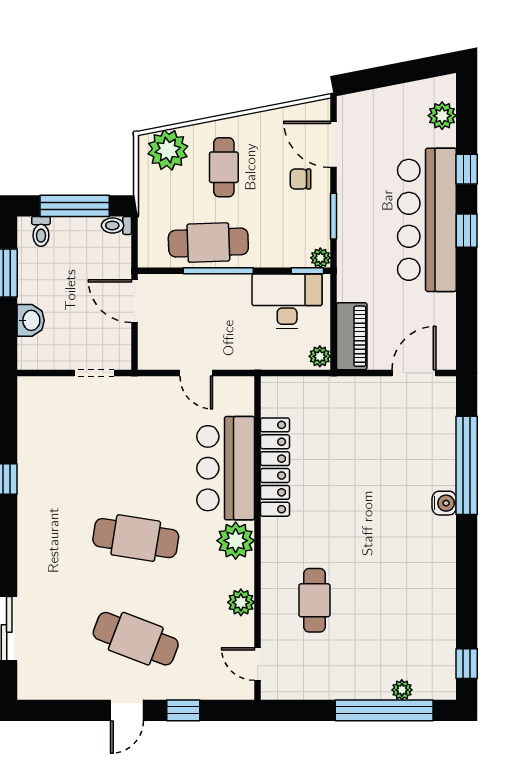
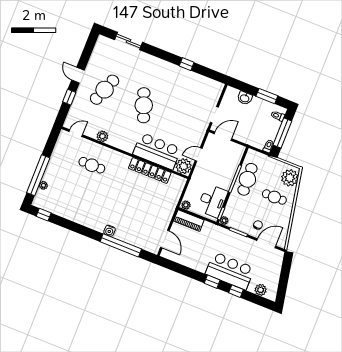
bar counter: (427, 220) -> (230, 271), width x0.73
door: (134, 301) -> (223, 136), moved
cafe table: (136, 538) -> (144, 105), turned -30
plant: (236, 541) -> (184, 166), moved

